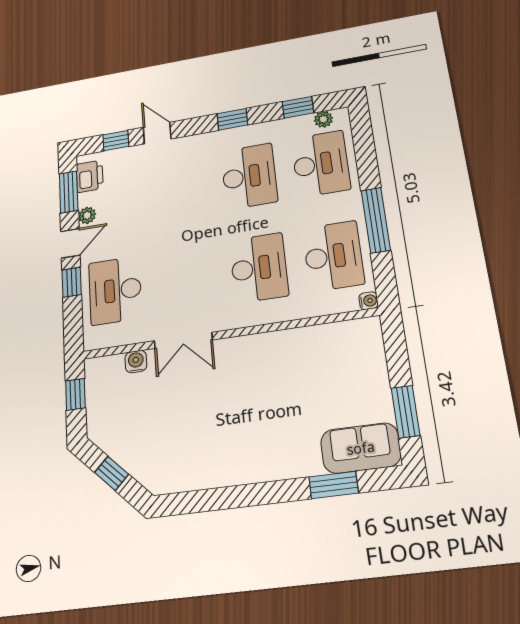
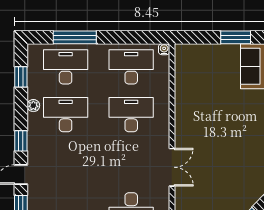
window: (232, 119) -> (21, 141), moved
plant: (323, 119) -> (33, 106), moved
window: (376, 220) -> (75, 37), moved
water cooler: (136, 362) -> (181, 199), removed

